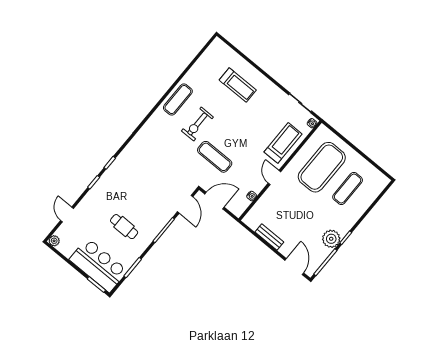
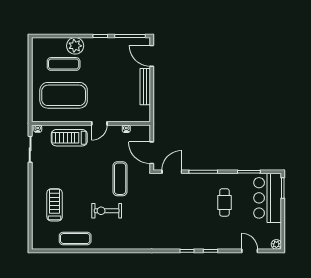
exercise mat: (178, 100) -> (75, 238), moved
exercise bike: (197, 124) -> (107, 211), turned 180
door: (67, 214) -> (250, 251), swing flipped
bench: (269, 237) -> (145, 87), width x1.36
plant: (331, 239) -> (75, 46), moved
door: (294, 267) -> (152, 56), hinge flipped

